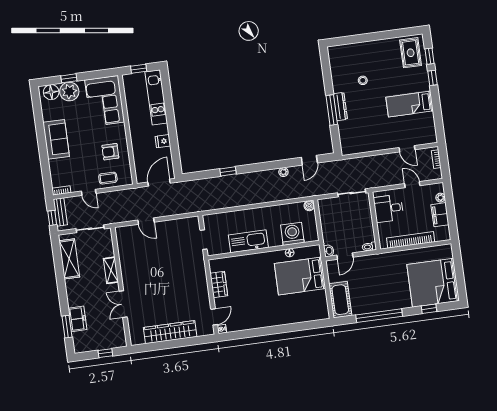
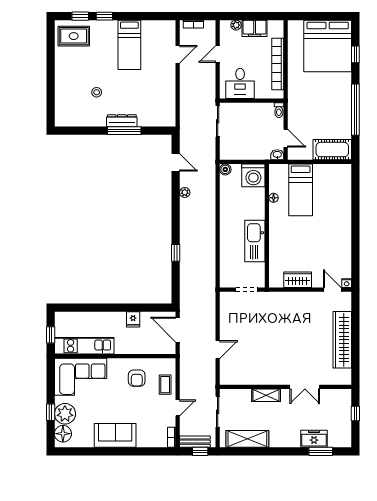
kitchen unit: (156, 97) -> (84, 346), moved, turned 180
washing machine: (292, 234) -> (253, 175), moved, turned -90
bed: (300, 276) -> (301, 190), width x0.67

